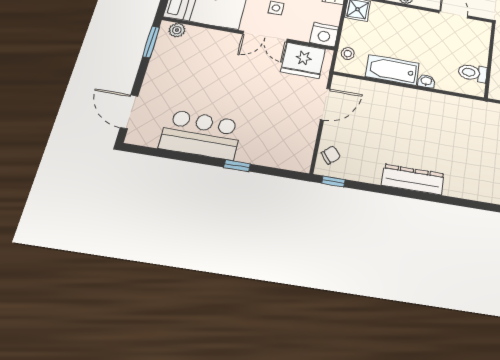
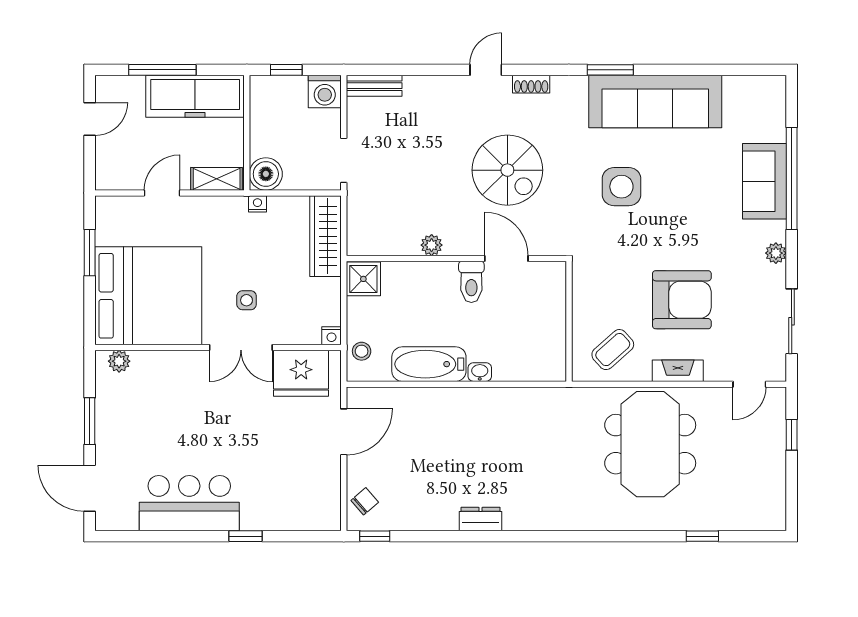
nightstand: (324, 35) -> (331, 336), width x0.53, depth x0.56
window: (151, 42) -> (90, 421), moved
toilet: (473, 73) -> (471, 282), moved, turned -90
dresser: (413, 179) -> (481, 519), width x0.51, depth x0.80

